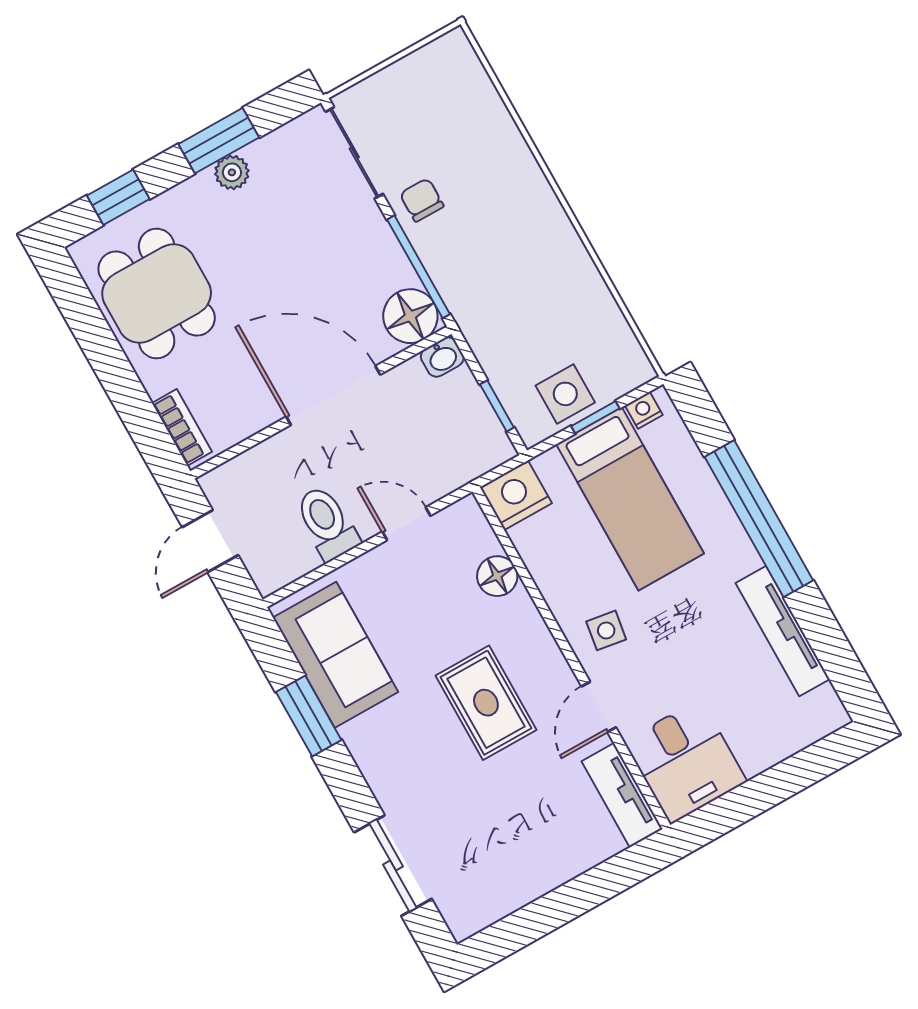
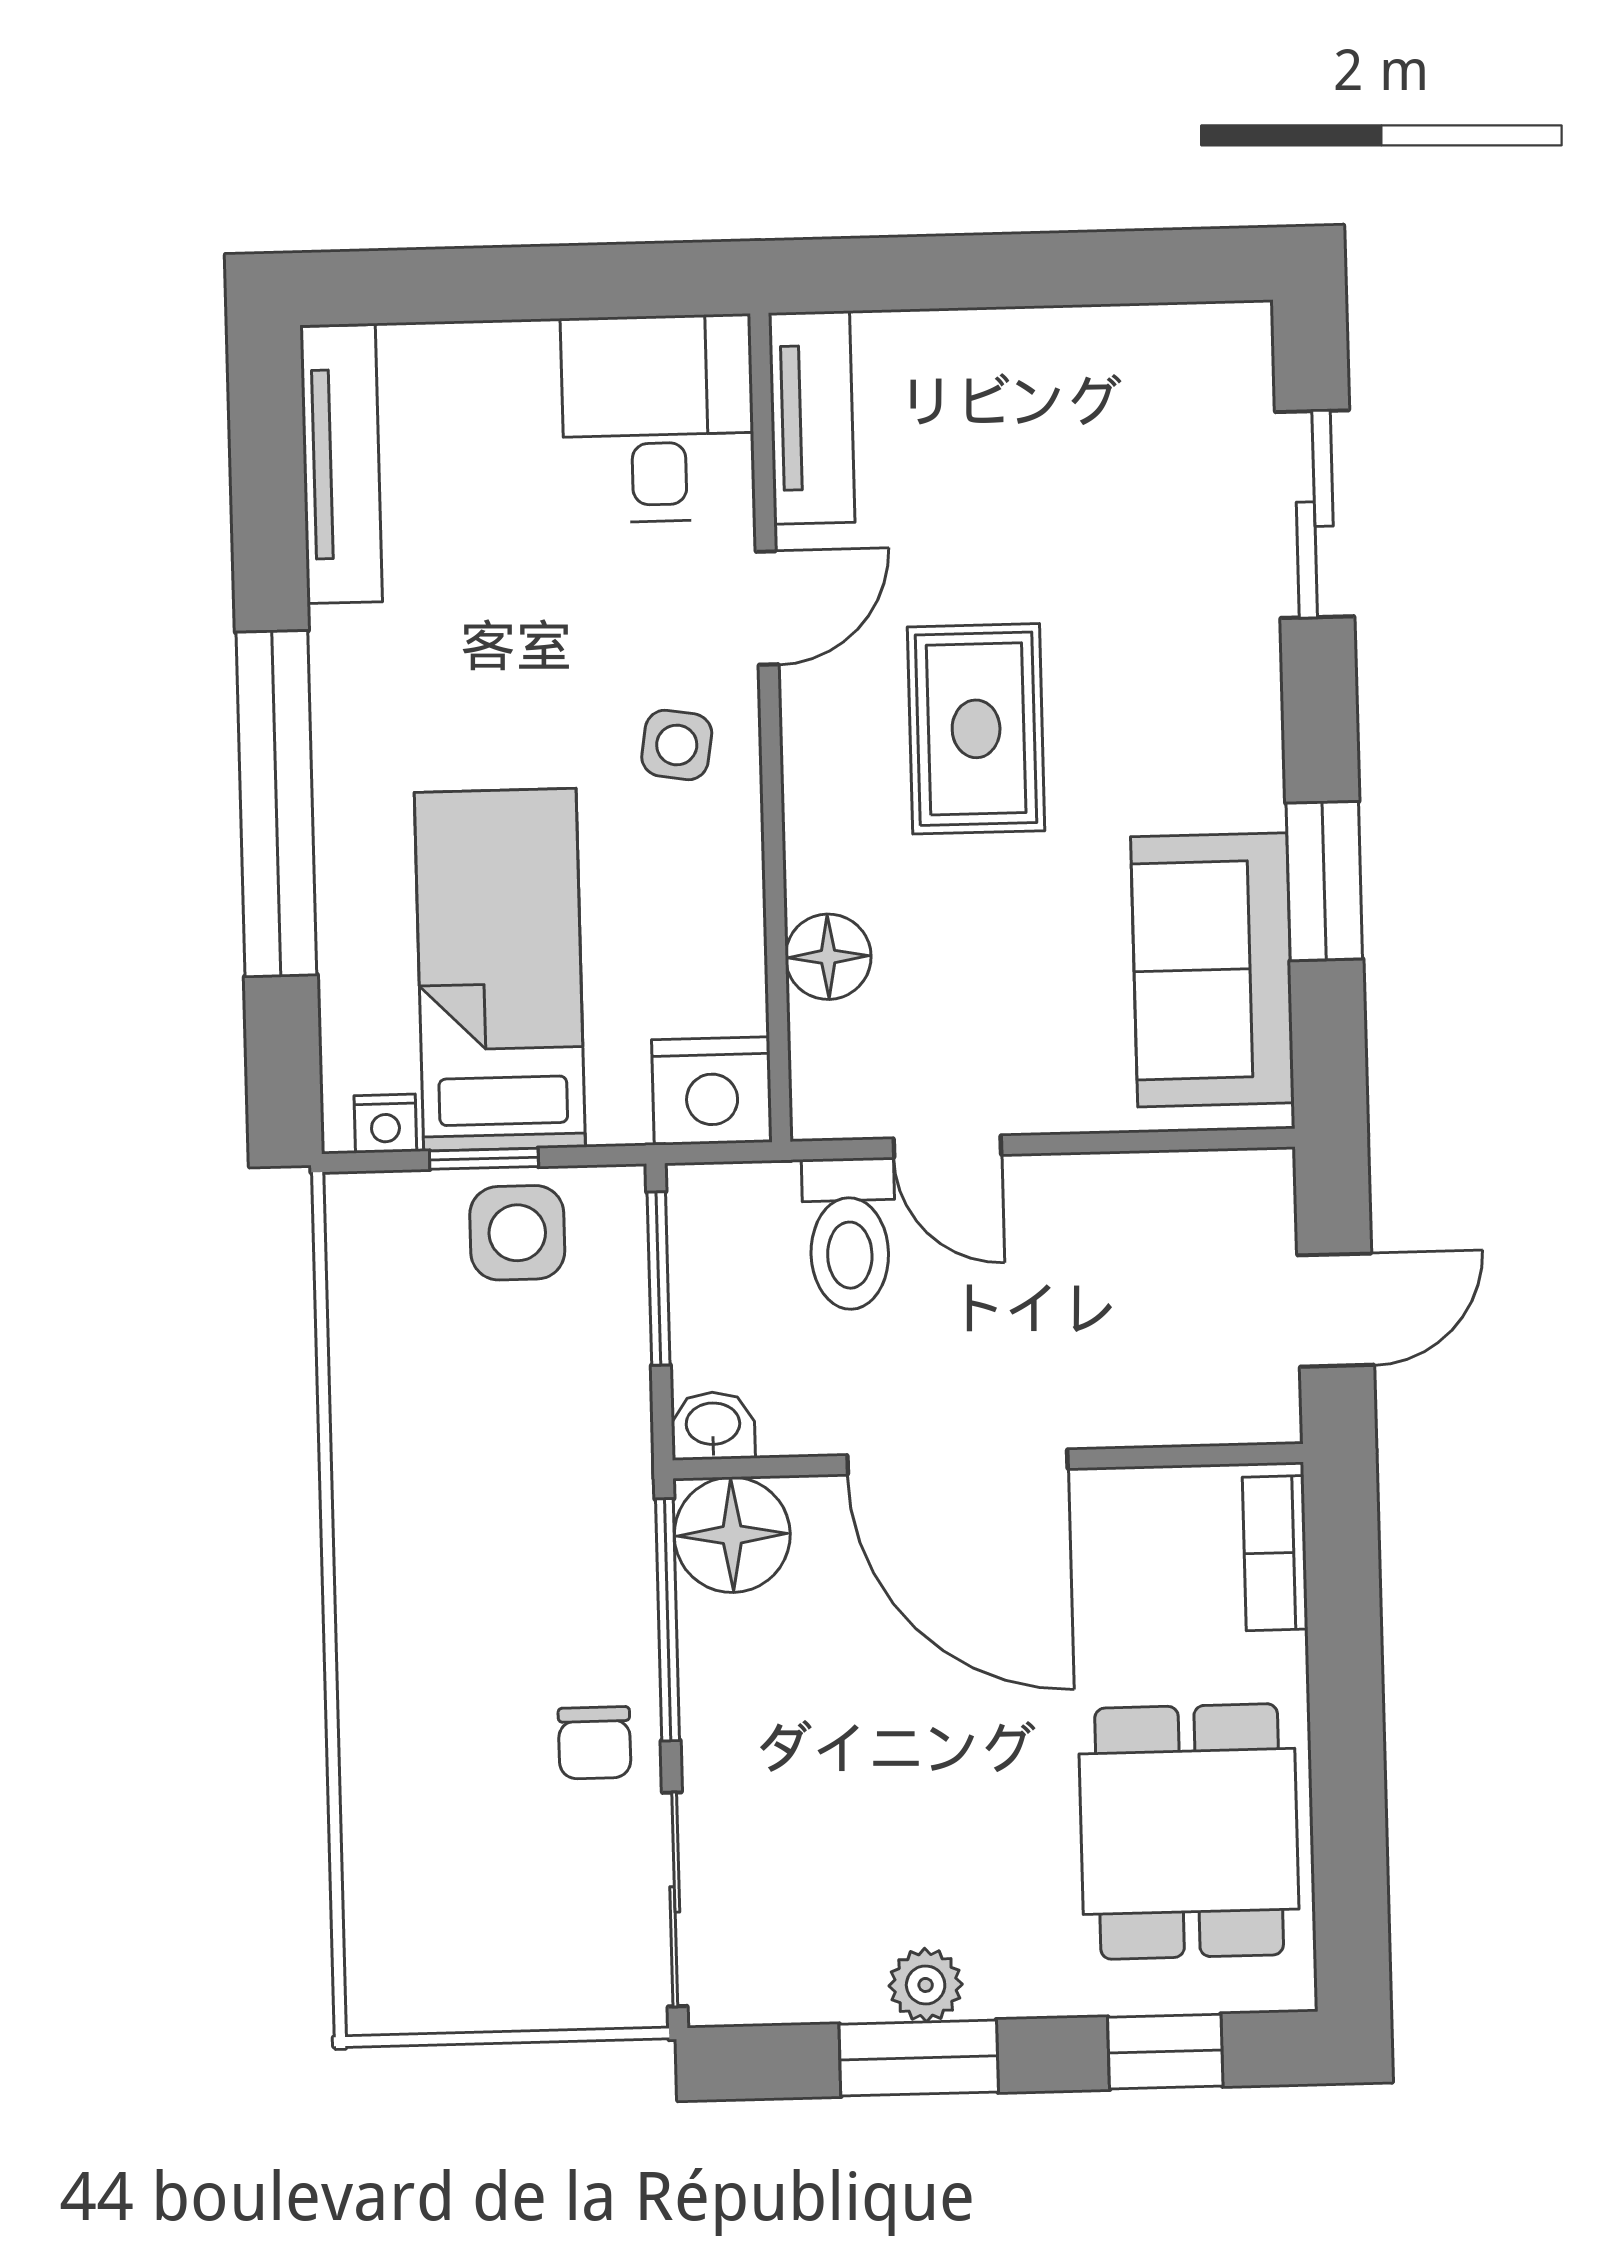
window: (497, 406) -> (659, 1278), width x1.50
toilet: (327, 523) -> (849, 1234), moved
tv unit: (783, 631) -> (341, 464), moved

